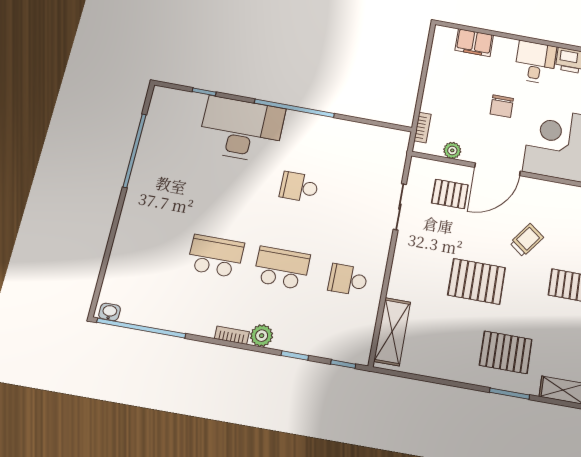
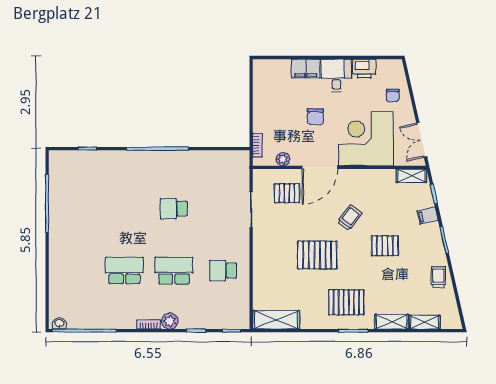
filing cabinet: (474, 43) -> (306, 69), moved
desk: (241, 129) -> (122, 173), removed
shelving: (392, 332) -> (276, 320), moved, turned 90

